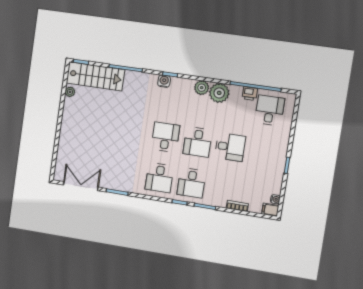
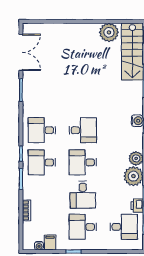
plant: (70, 92) -> (109, 32), width x1.88, depth x1.88
desk: (263, 152) -> (83, 227), added
filing cabinet: (270, 210) -> (50, 242), moved

